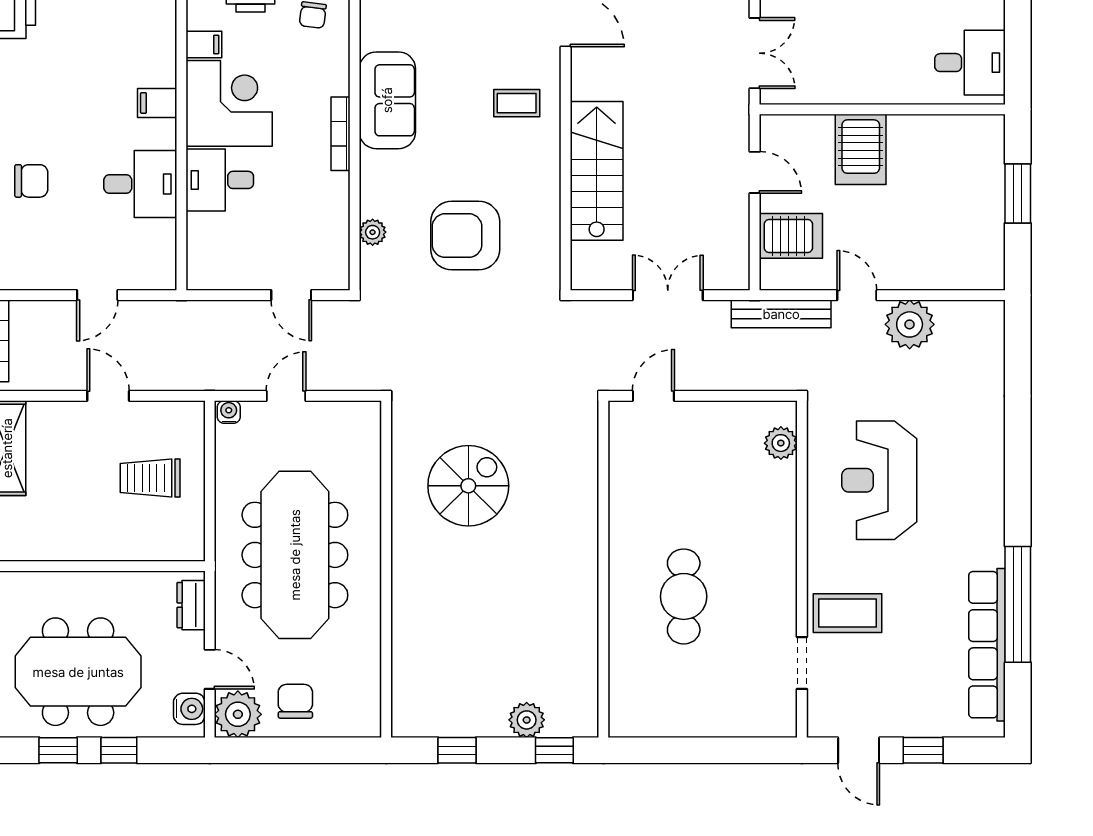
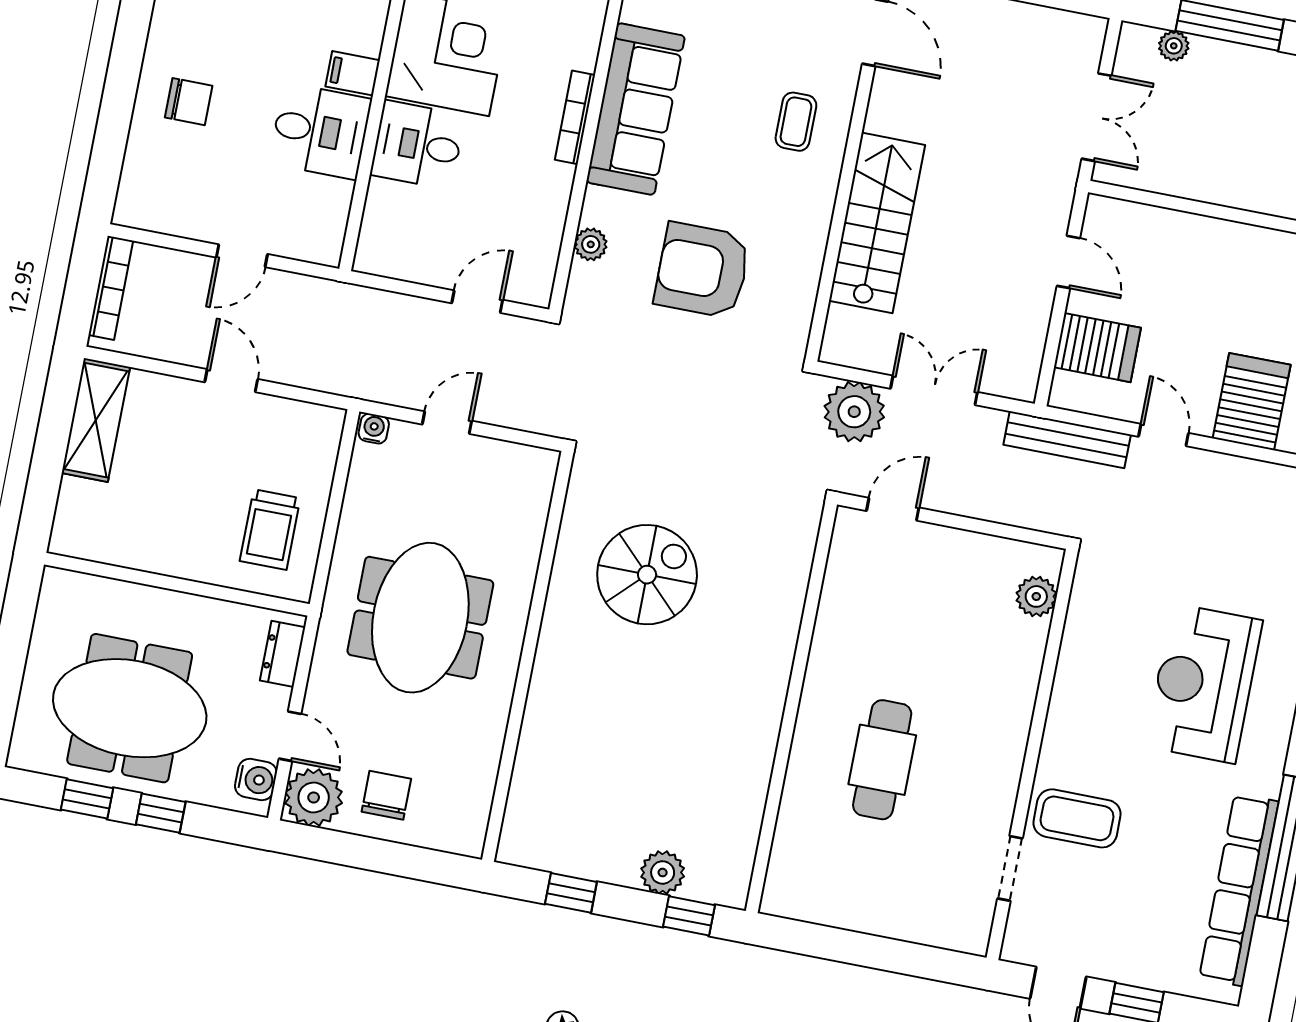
sofa: (387, 100) -> (636, 109), width x1.36
filing cabinet: (157, 103) -> (353, 73), moved
coffee table: (517, 103) -> (796, 122), turned 90
server rack: (861, 149) -> (1252, 402), moved, turned 180
door: (291, 295) -> (477, 302), swing flipped
plant: (910, 324) -> (854, 412), moved
trolley: (150, 478) -> (270, 530), moved, turned -90
reception desk: (879, 480) -> (1204, 683), moved
meeting table: (295, 555) -> (420, 618), width x0.73

